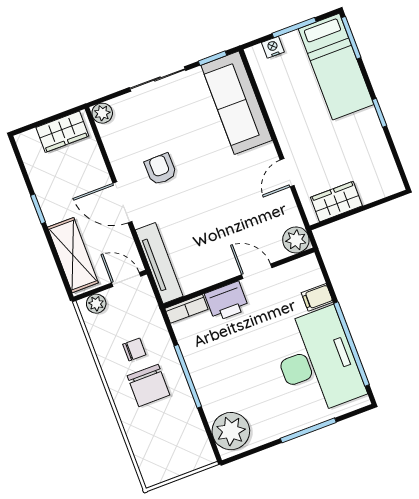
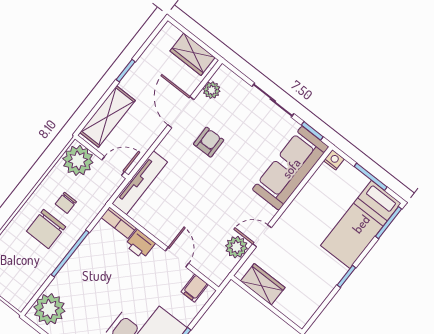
nightstand: (273, 47) -> (334, 160), moved
plant: (102, 113) -> (212, 90), moved
door: (122, 202) -> (181, 112), moved
plant: (296, 240) -> (236, 247), moved
door: (126, 280) -> (113, 166), hinge flipped
filing cabinet: (317, 297) -> (195, 288), moved, turned -90
printer: (227, 301) -> (140, 244), width x0.73, depth x0.81
plant: (96, 304) -> (78, 160), width x1.88, depth x1.88
chair: (134, 350) -> (66, 203), turned 90

